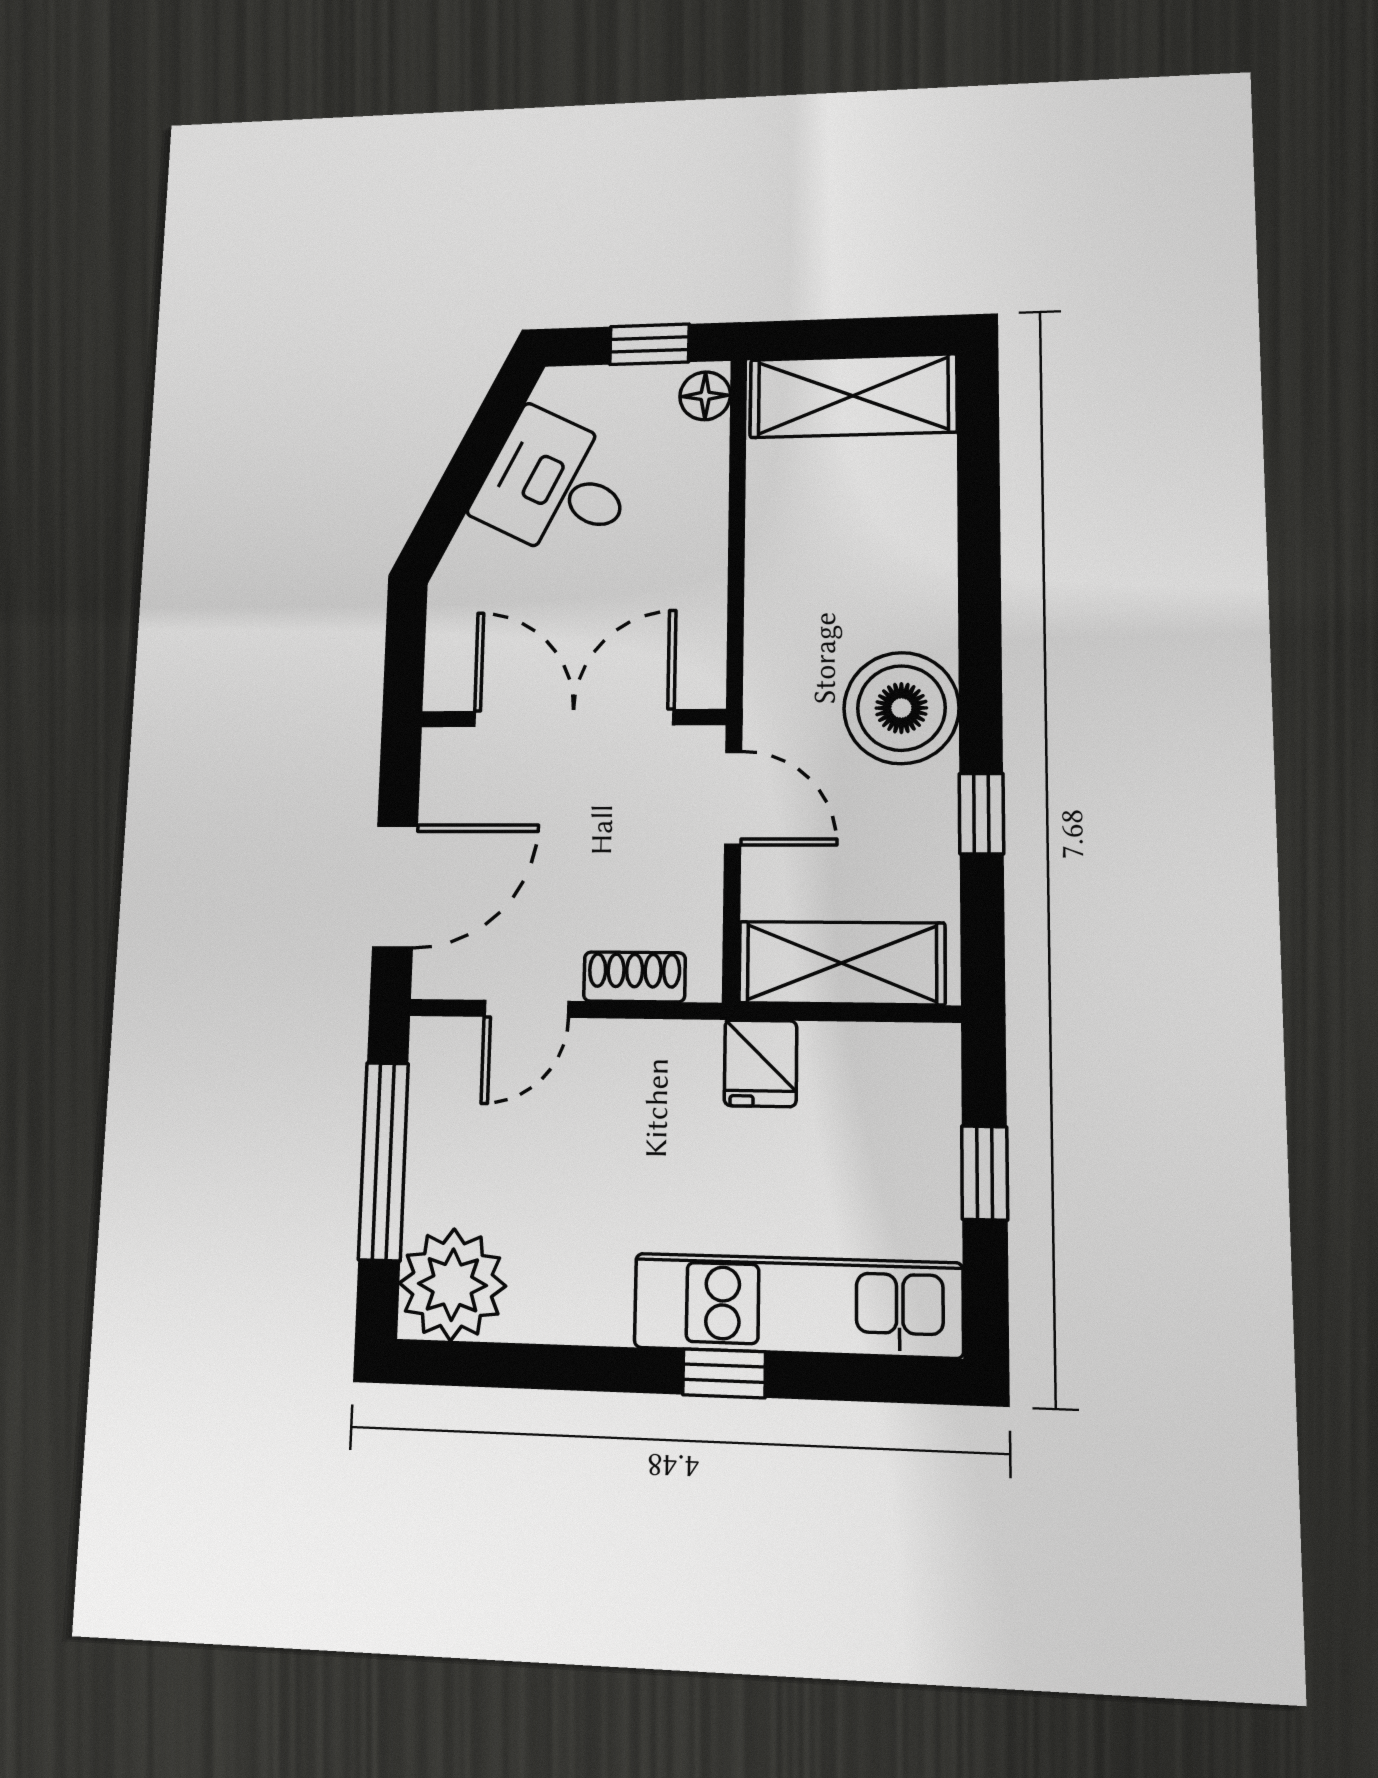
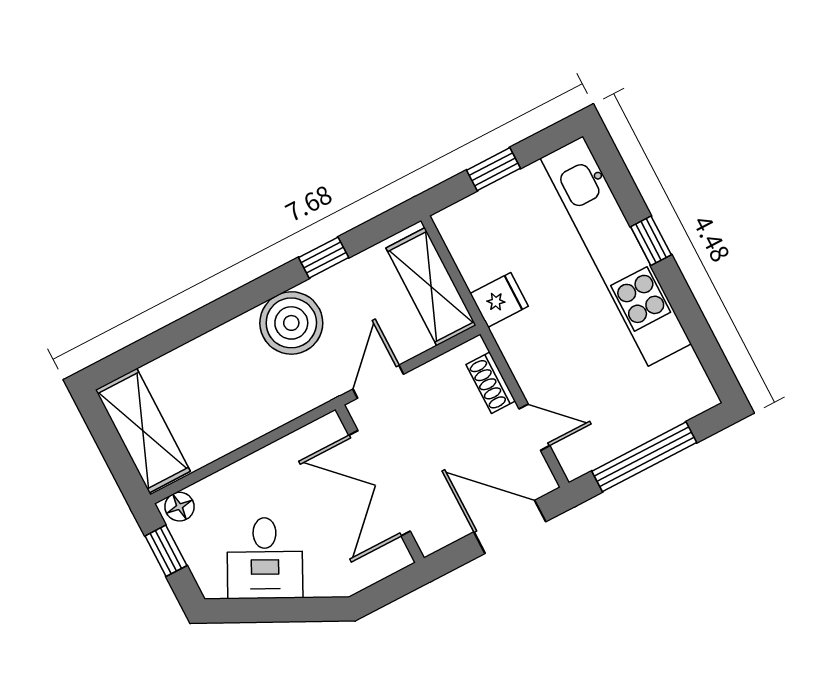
plant: (452, 1285) -> (683, 391), removed
kitchen unit: (798, 1305) -> (616, 251), width x1.36

